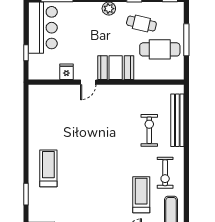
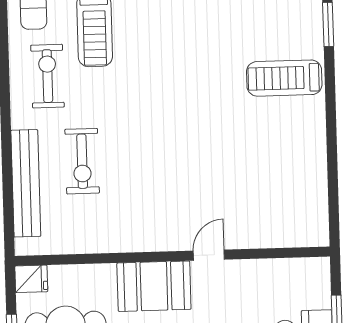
fridge: (66, 72) -> (31, 279), moved, turned -90
treadmill: (48, 168) -> (284, 78), turned 90

